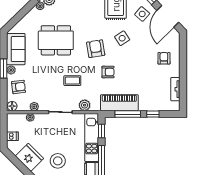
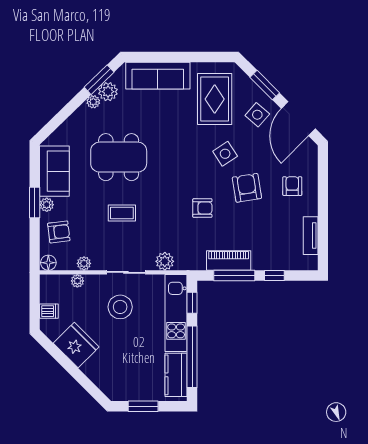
armchair: (96, 49) -> (247, 188), moved
coffee table: (72, 81) -> (122, 213), moved
piano: (119, 103) -> (229, 261), width x0.73, depth x0.75
stool: (58, 161) -> (120, 307), moved

